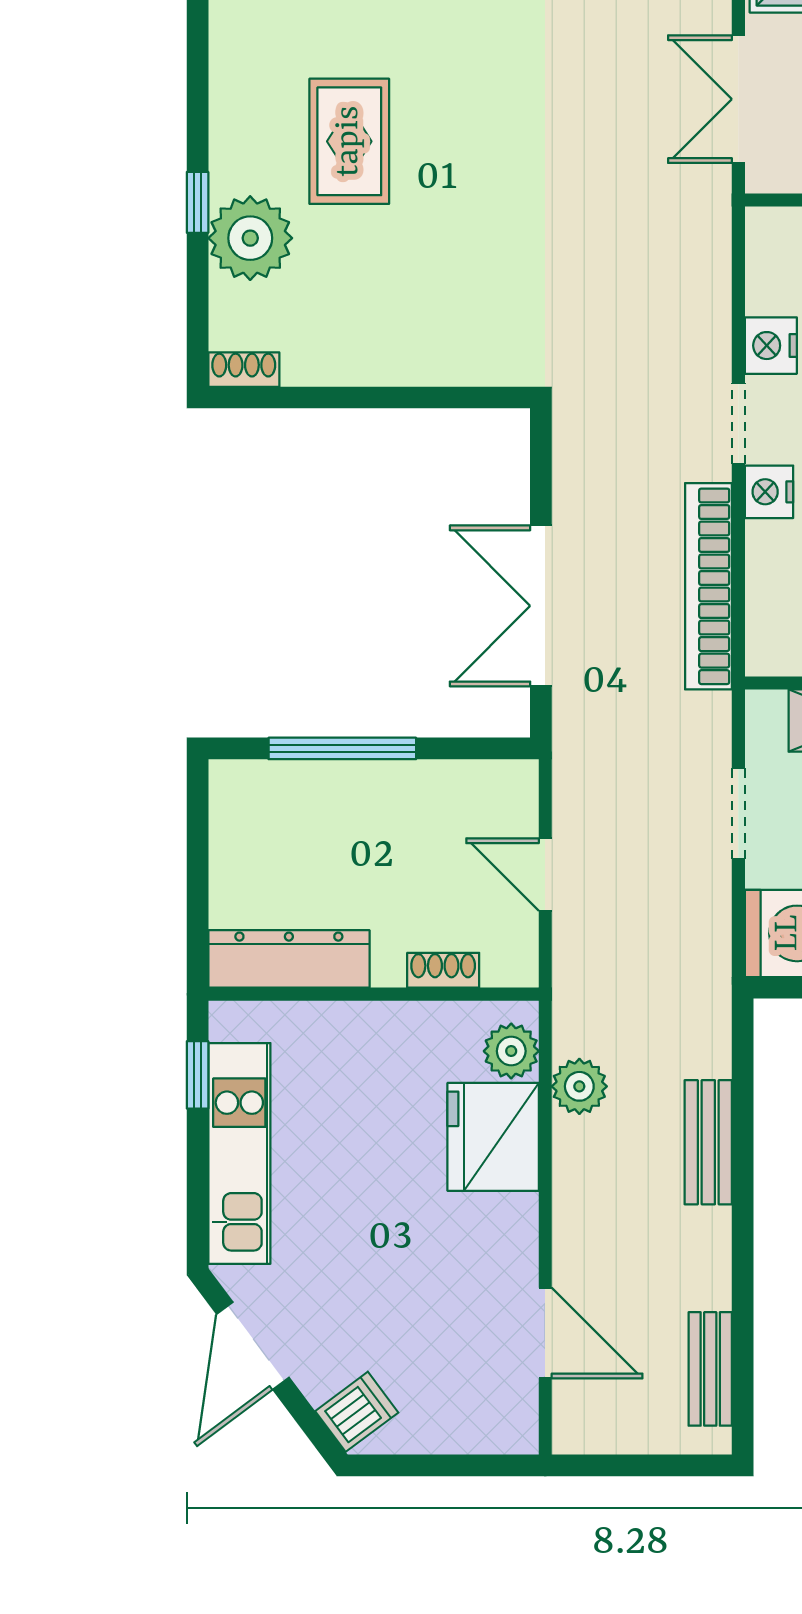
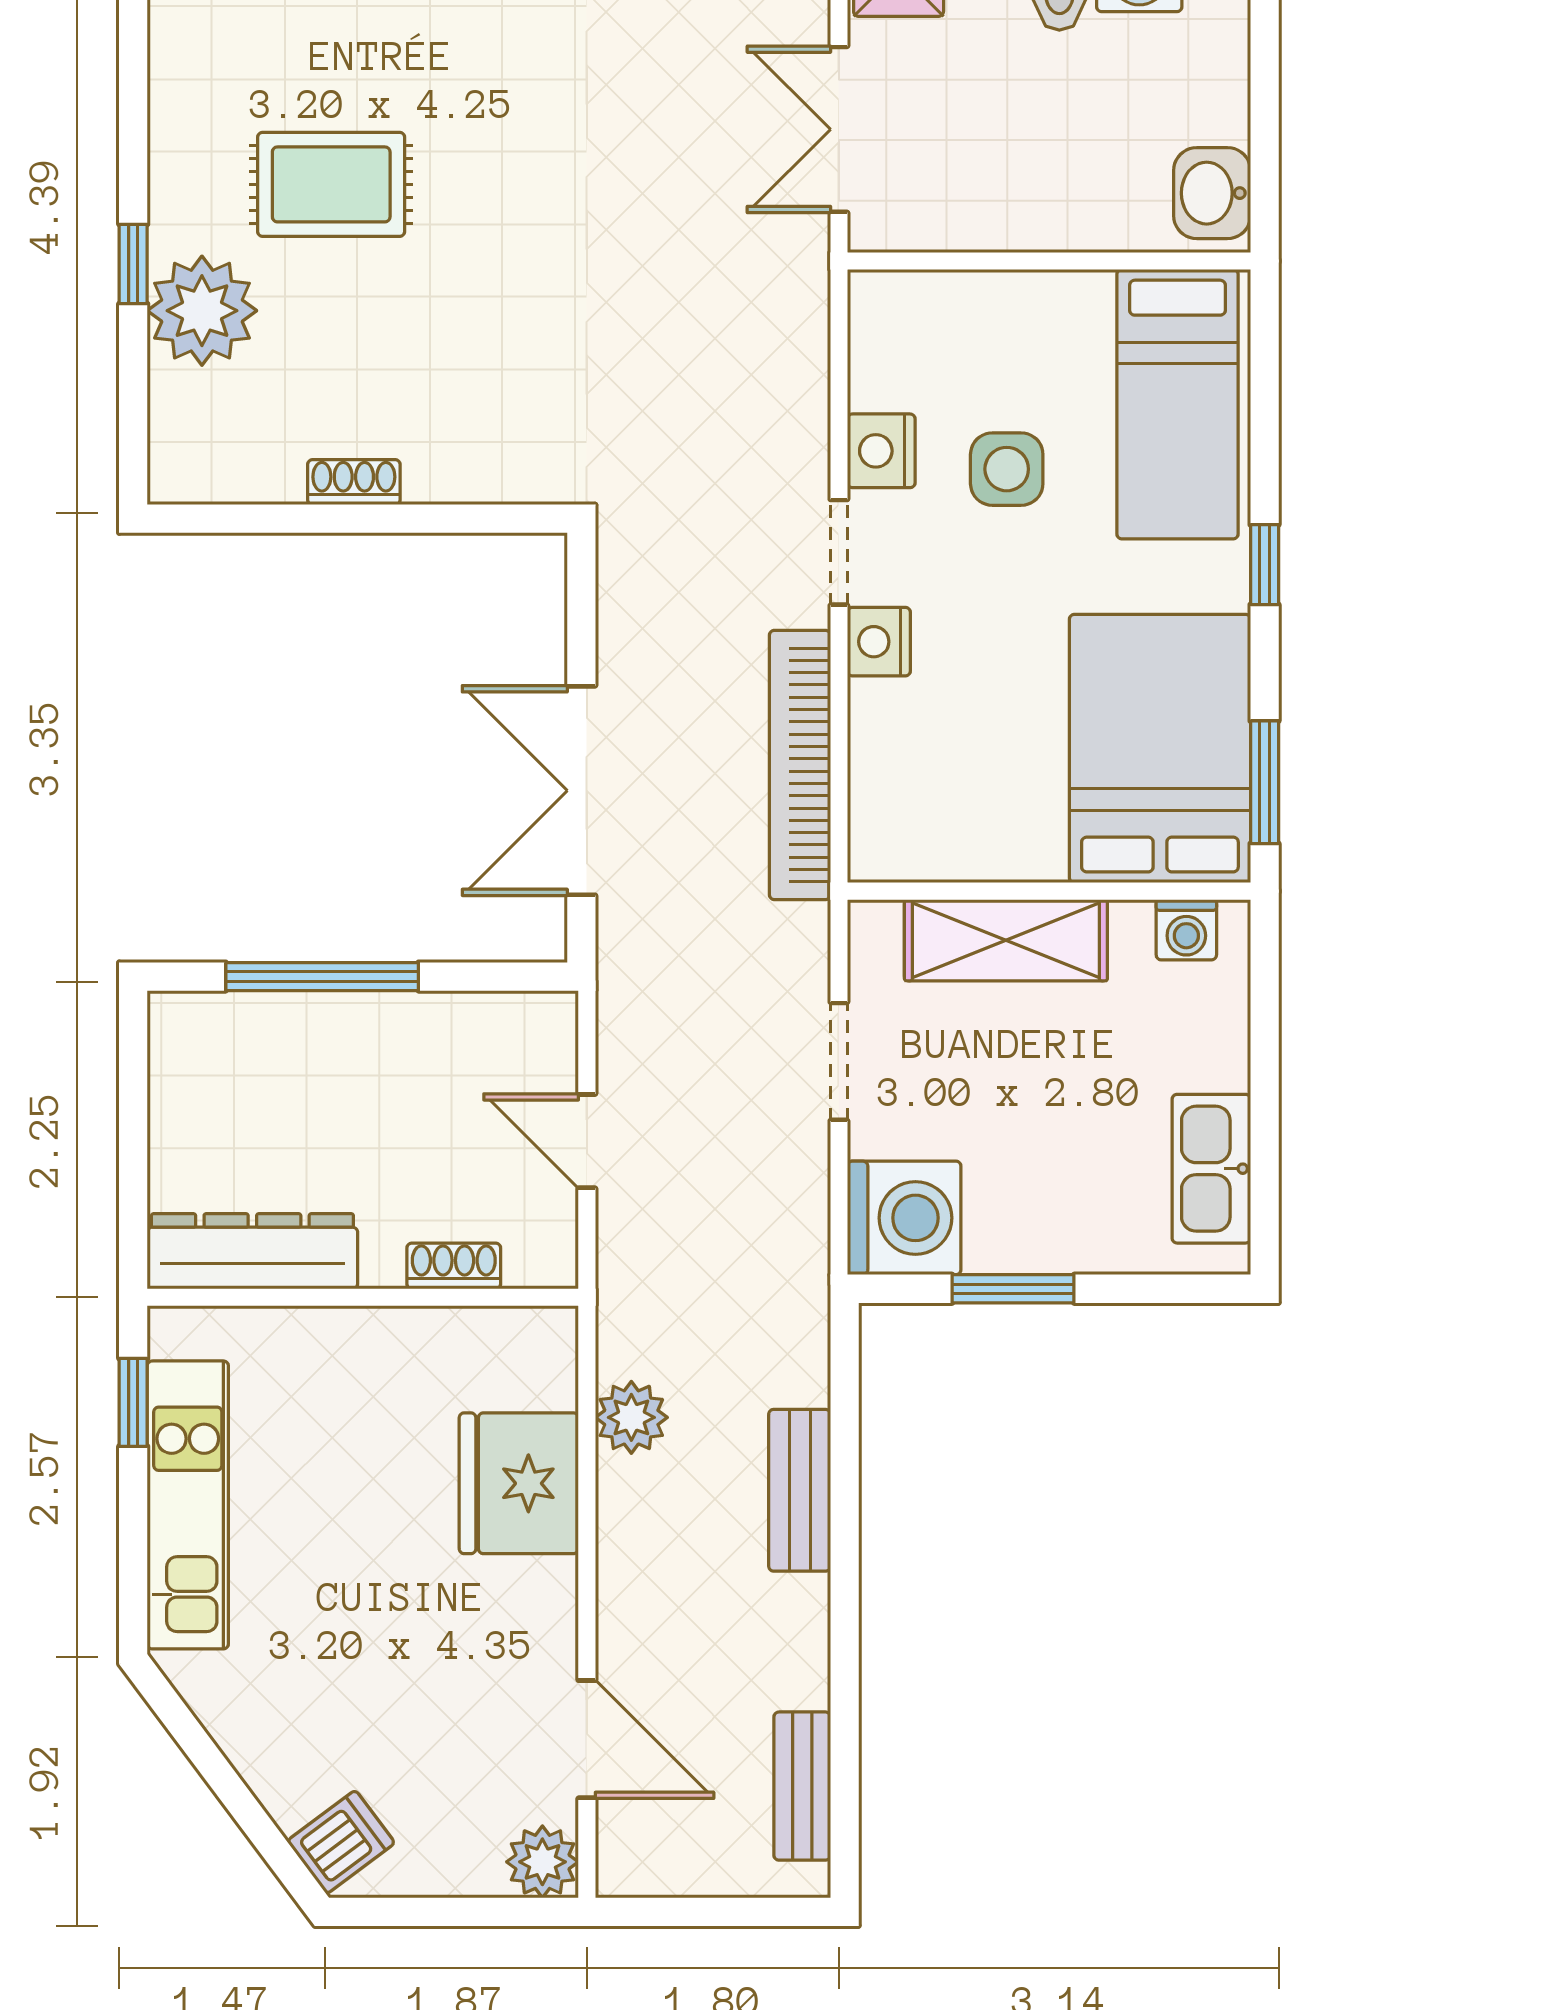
rug: (349, 141) -> (331, 184), turned 90
shoe rack: (244, 370) -> (354, 482), moved
plant: (511, 1051) -> (542, 1862), moved
door: (253, 1346) -> (205, 1756), removed

